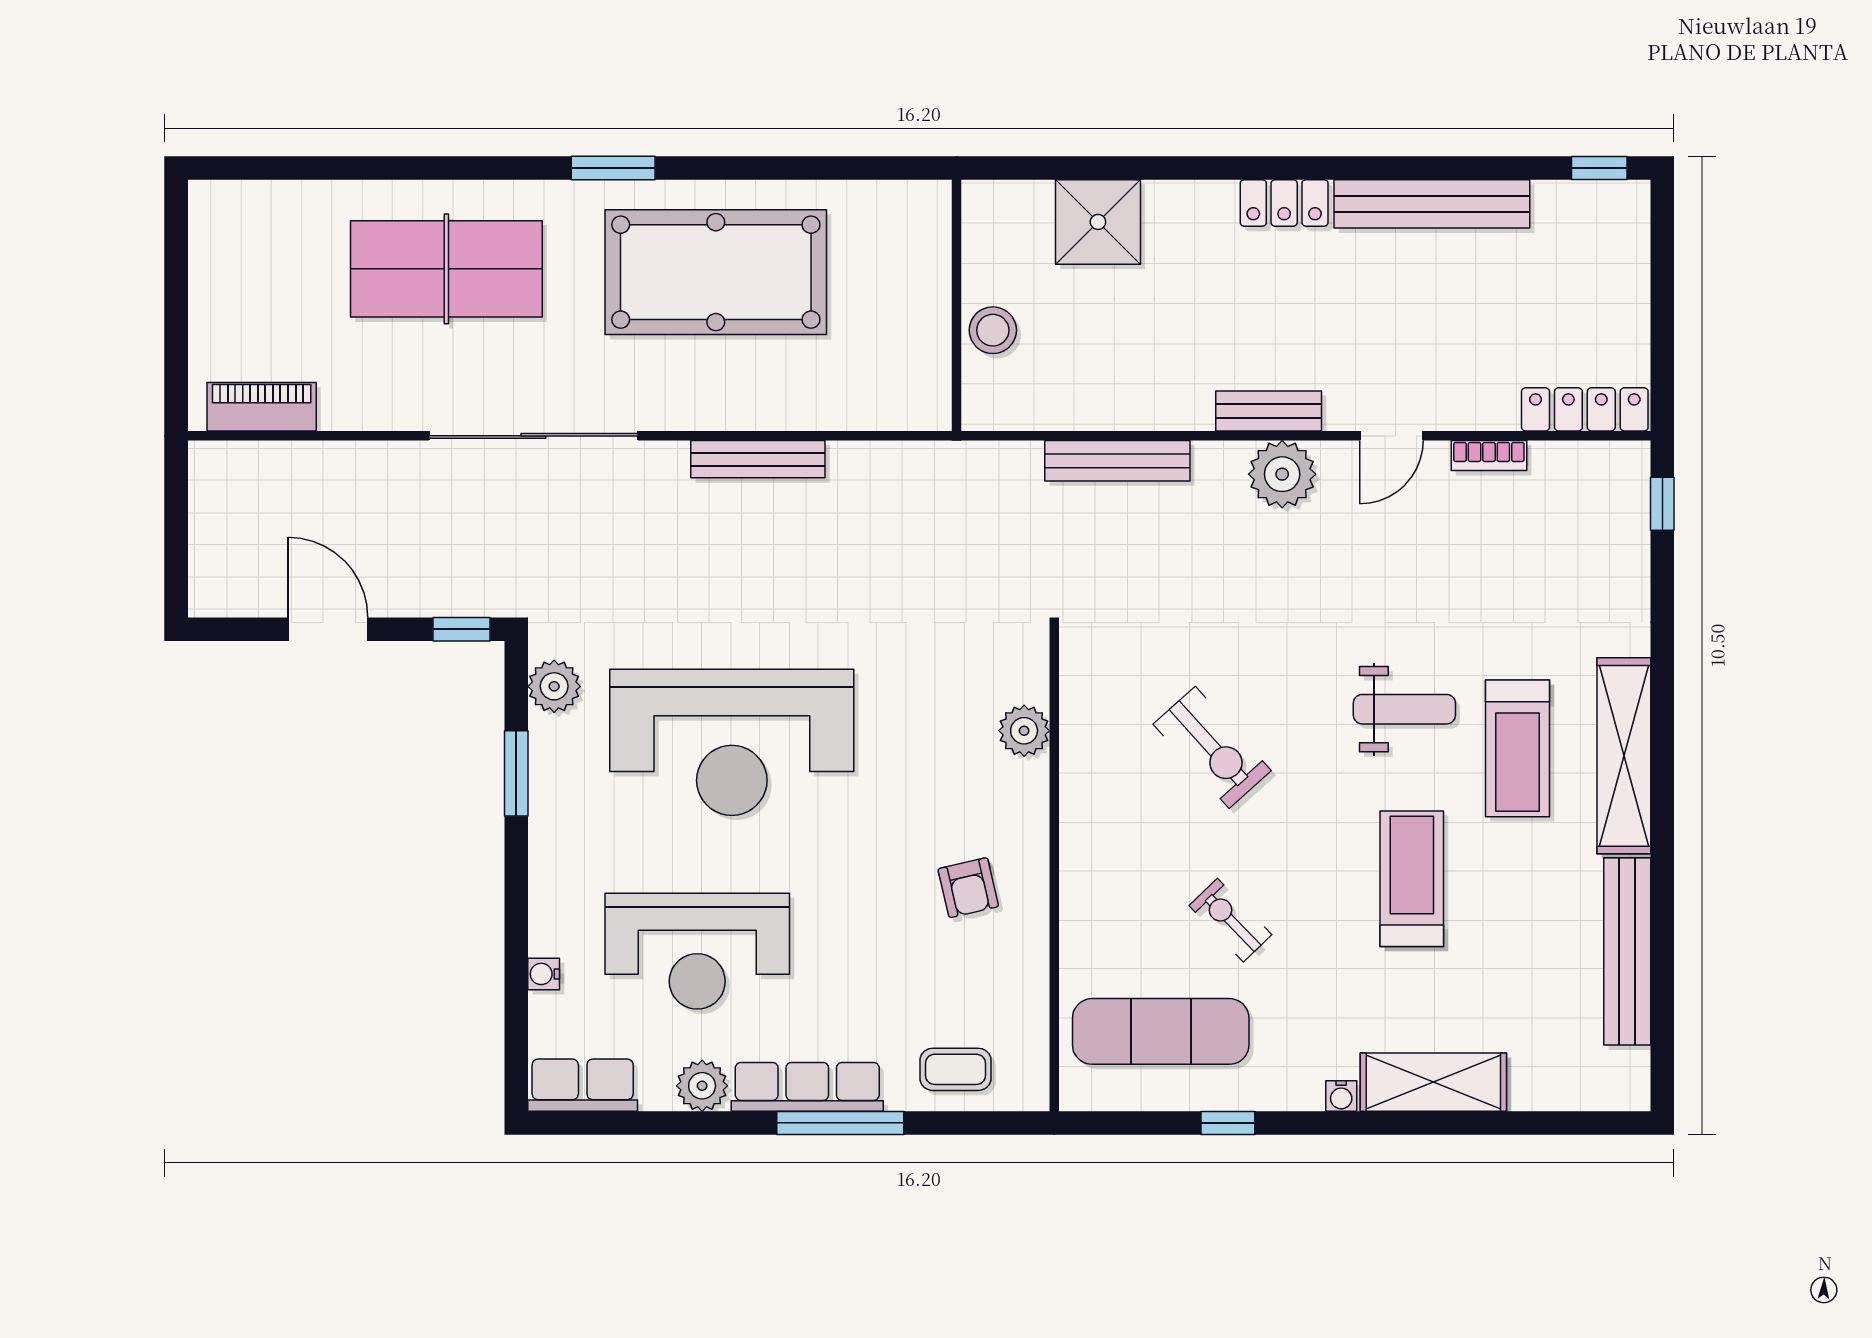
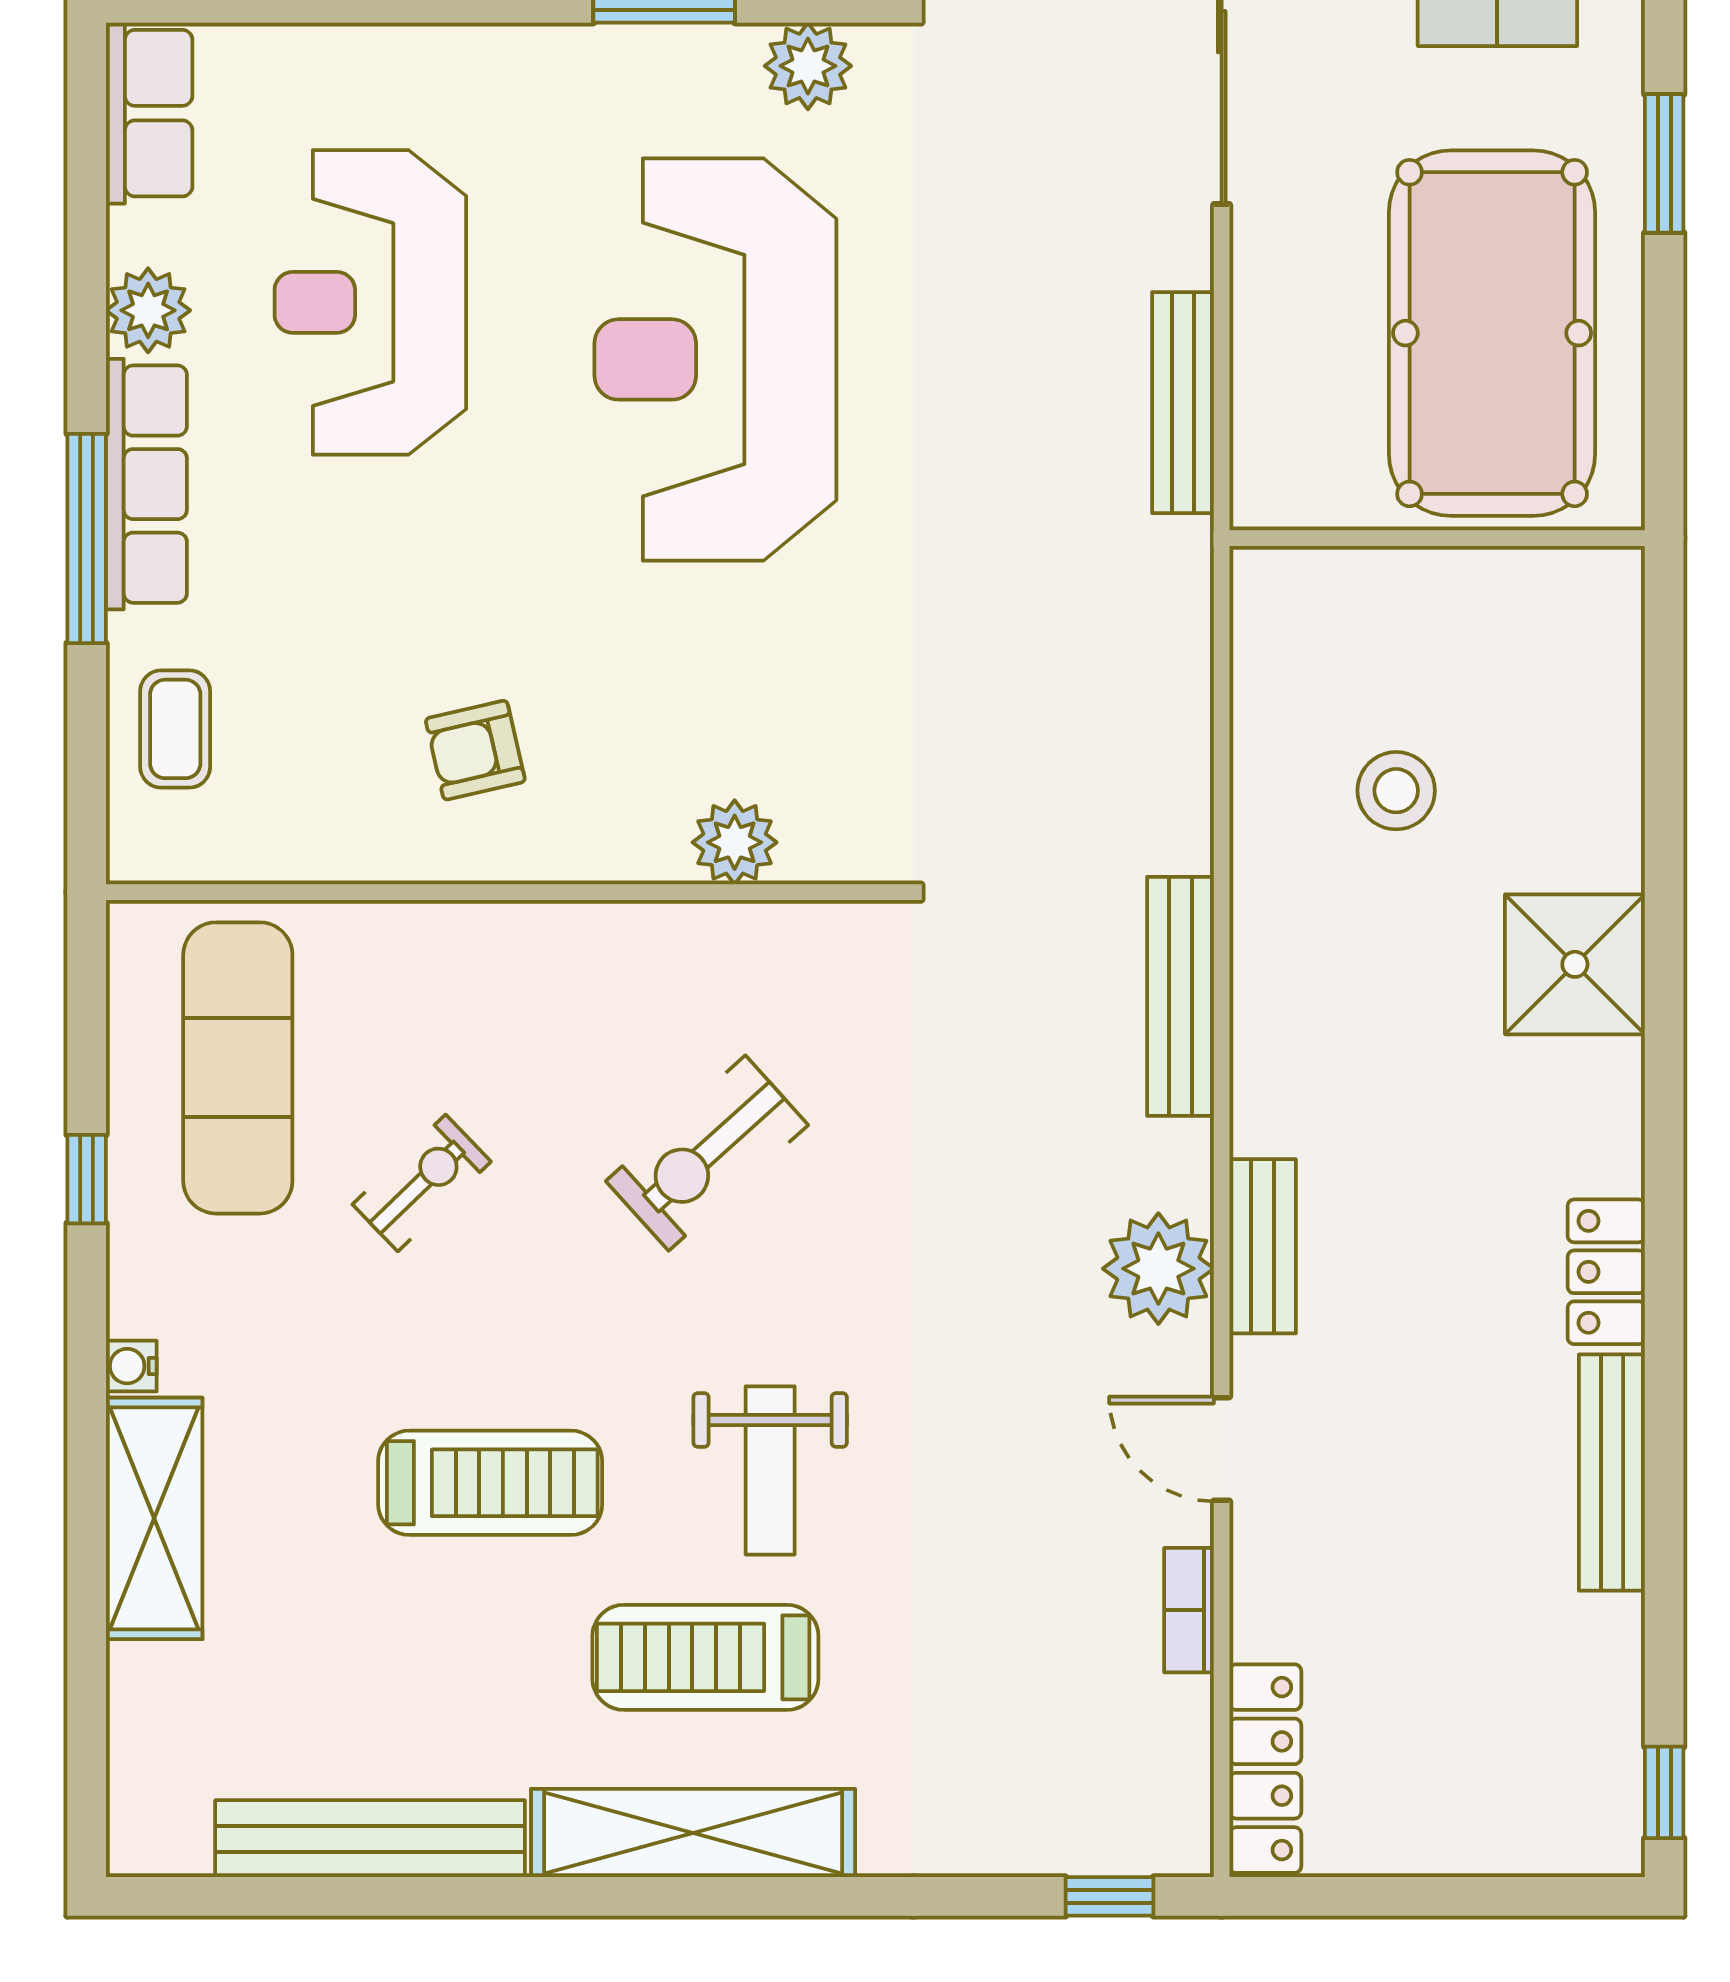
bench: (1432, 204) -> (1612, 1473), width x0.73, depth x0.82
wall: (956, 305) -> (1437, 538), moved
water cooler: (544, 974) -> (333, 49), removed

